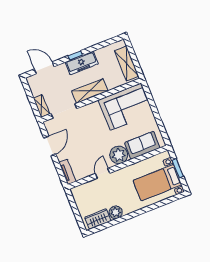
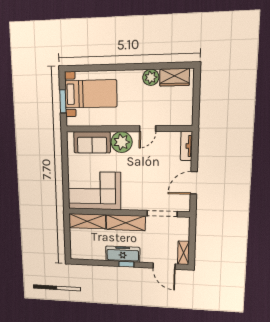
shelving: (127, 63) -> (87, 221), moved, turned 90
shelving: (42, 106) -> (183, 253), moved

